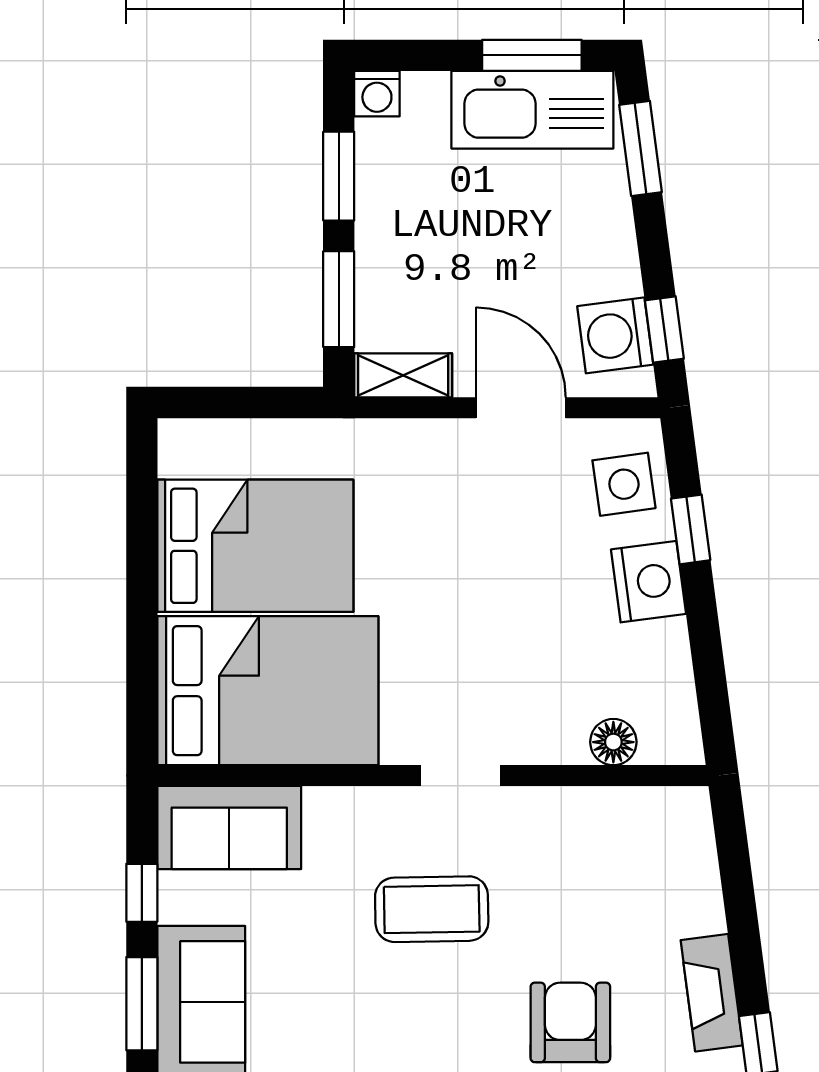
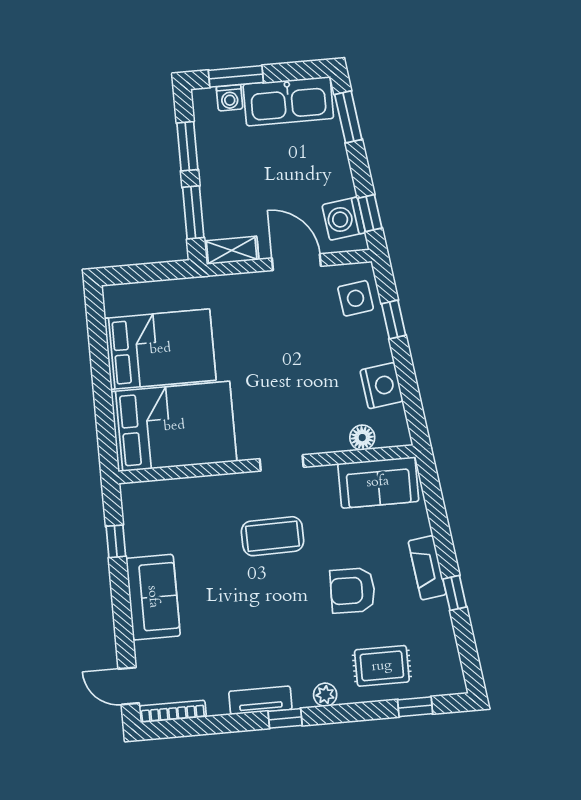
window: (532, 55) -> (236, 76), moved
washing machine: (377, 94) -> (230, 98), moved
nightstand: (649, 582) -> (382, 386), moved
sofa: (229, 827) -> (378, 482), moved
window: (142, 1004) -> (121, 601), removed
armchair: (570, 1022) -> (353, 591), turned -89

